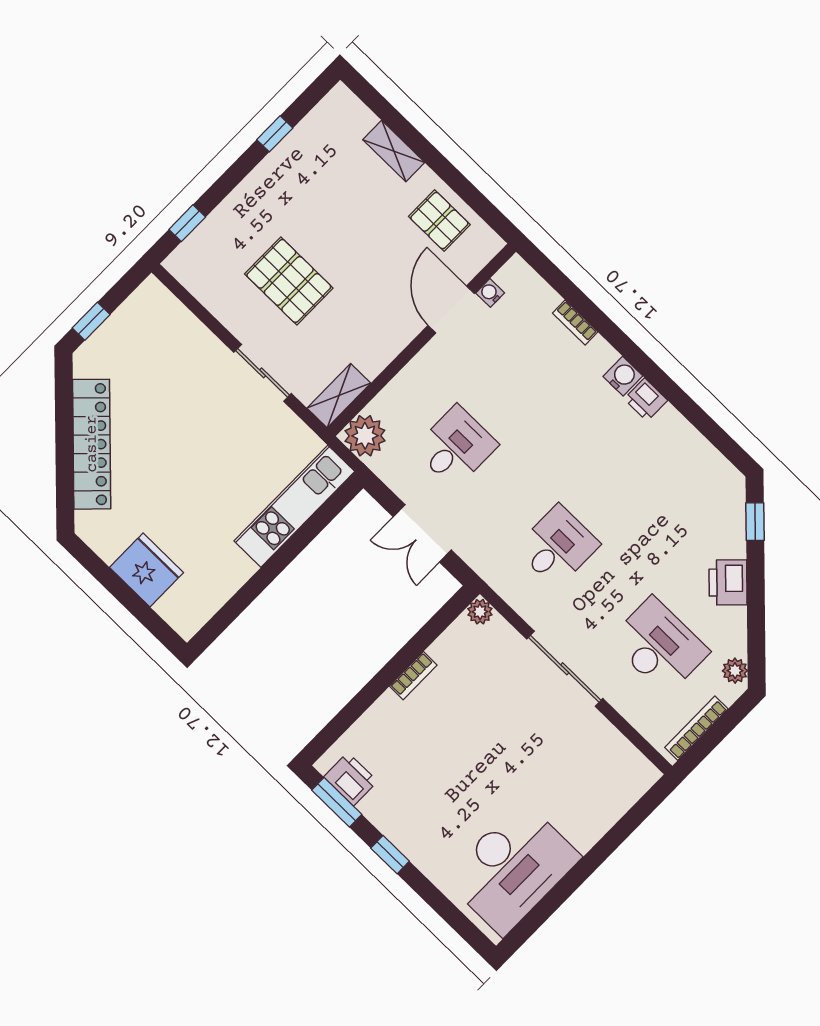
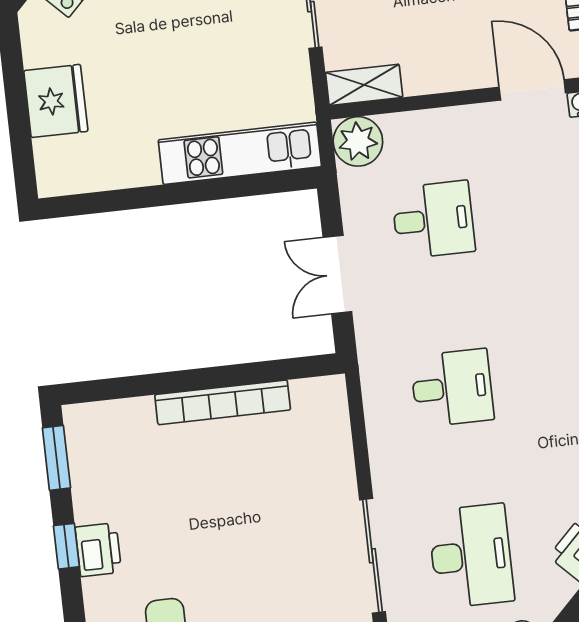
door: (451, 309) -> (532, 90), hinge flipped
plant: (480, 612) -> (332, 390), removed
sliding door: (565, 669) -> (372, 556), moved
bookcase: (413, 676) -> (223, 402), width x2.31, depth x1.31
printer: (351, 779) -> (98, 550), moved

